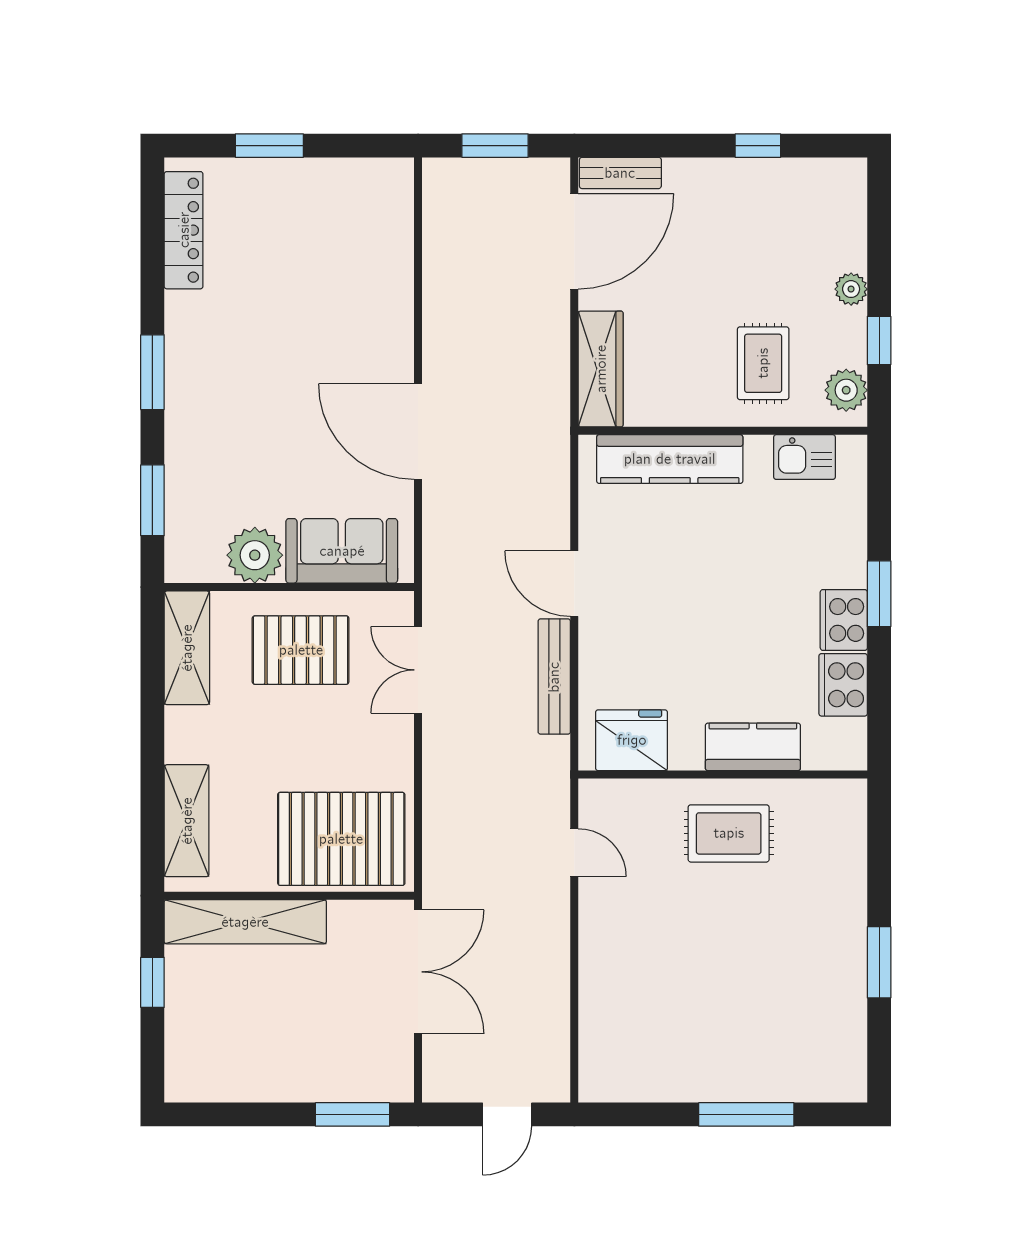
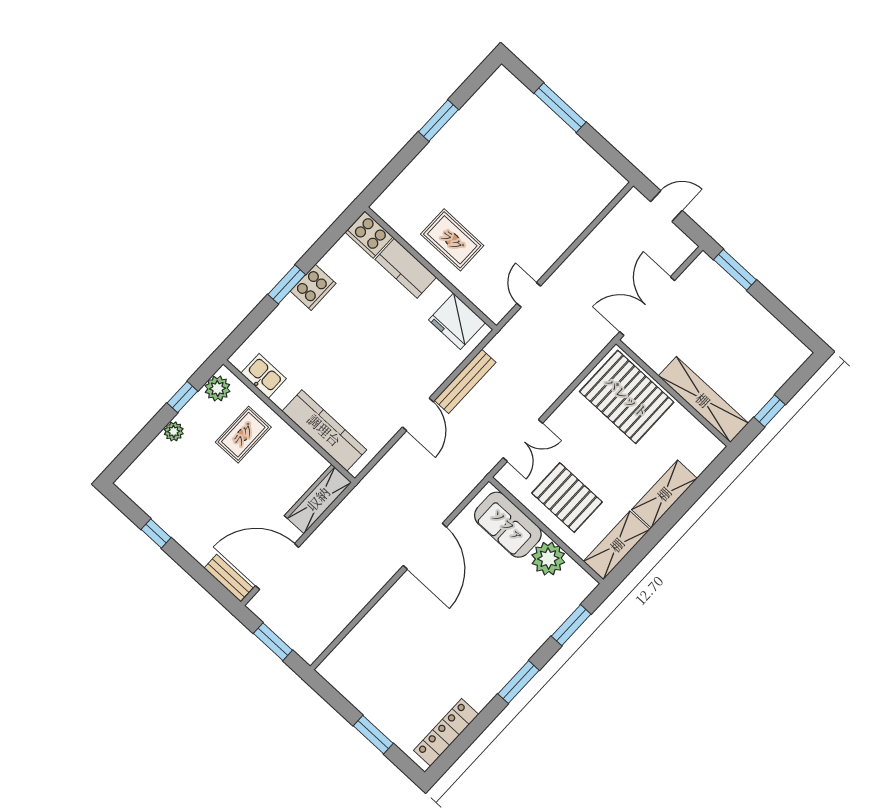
cooker: (843, 685) -> (369, 235), moved, turned 90
shelving: (187, 821) -> (664, 494), moved

